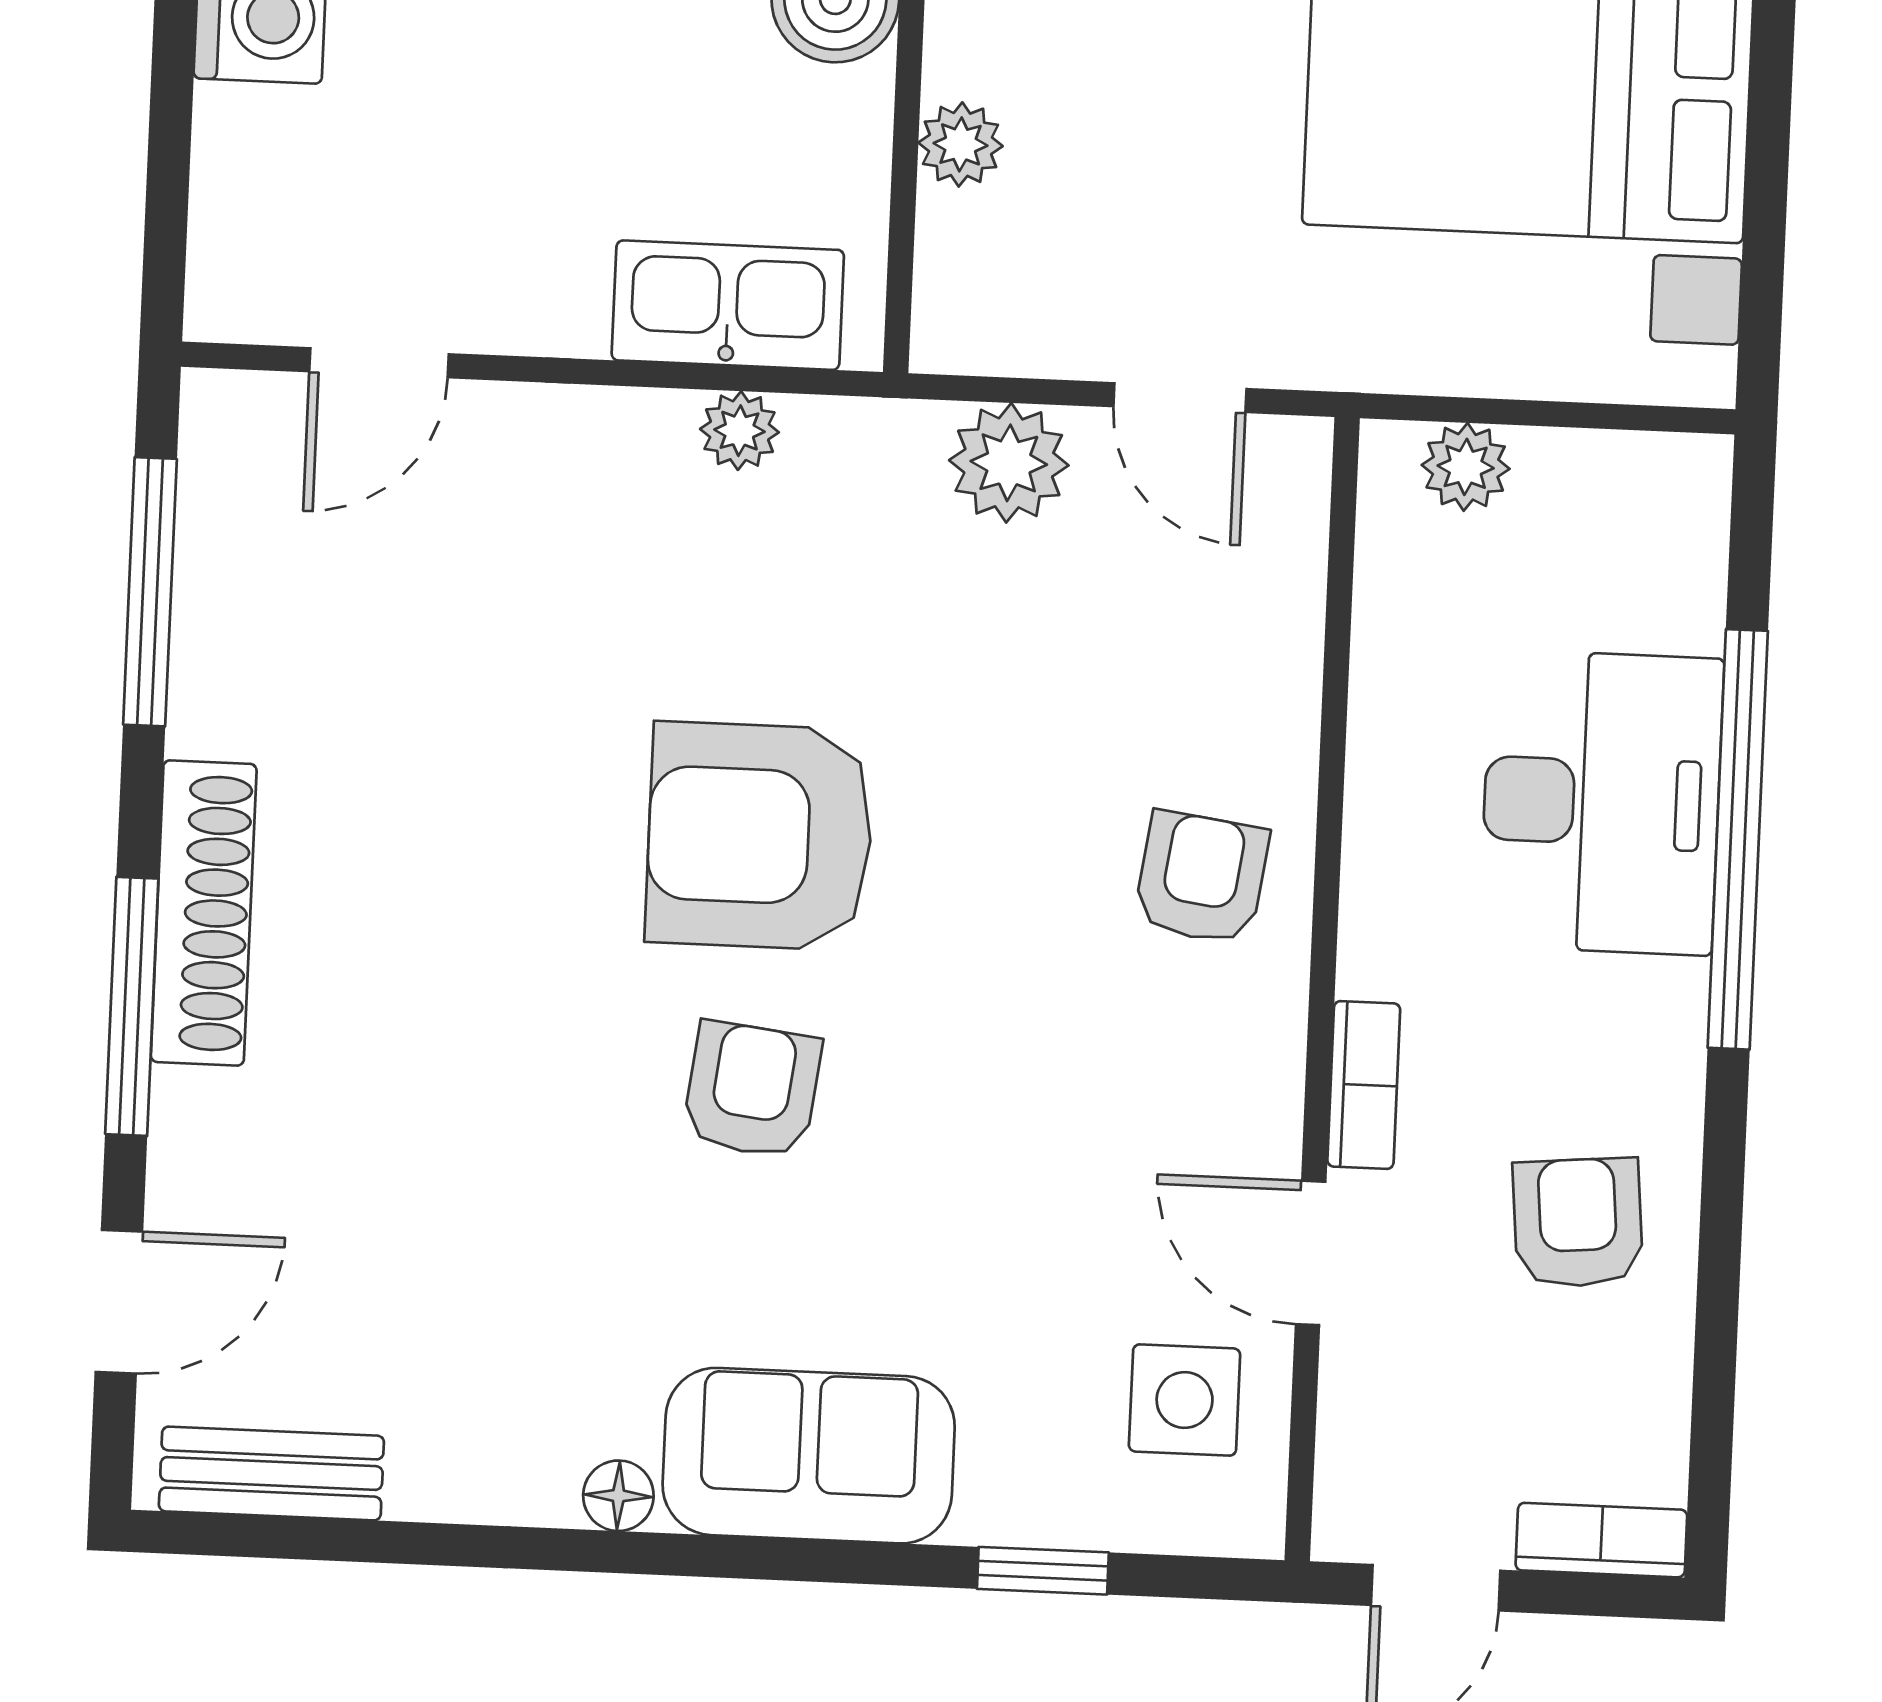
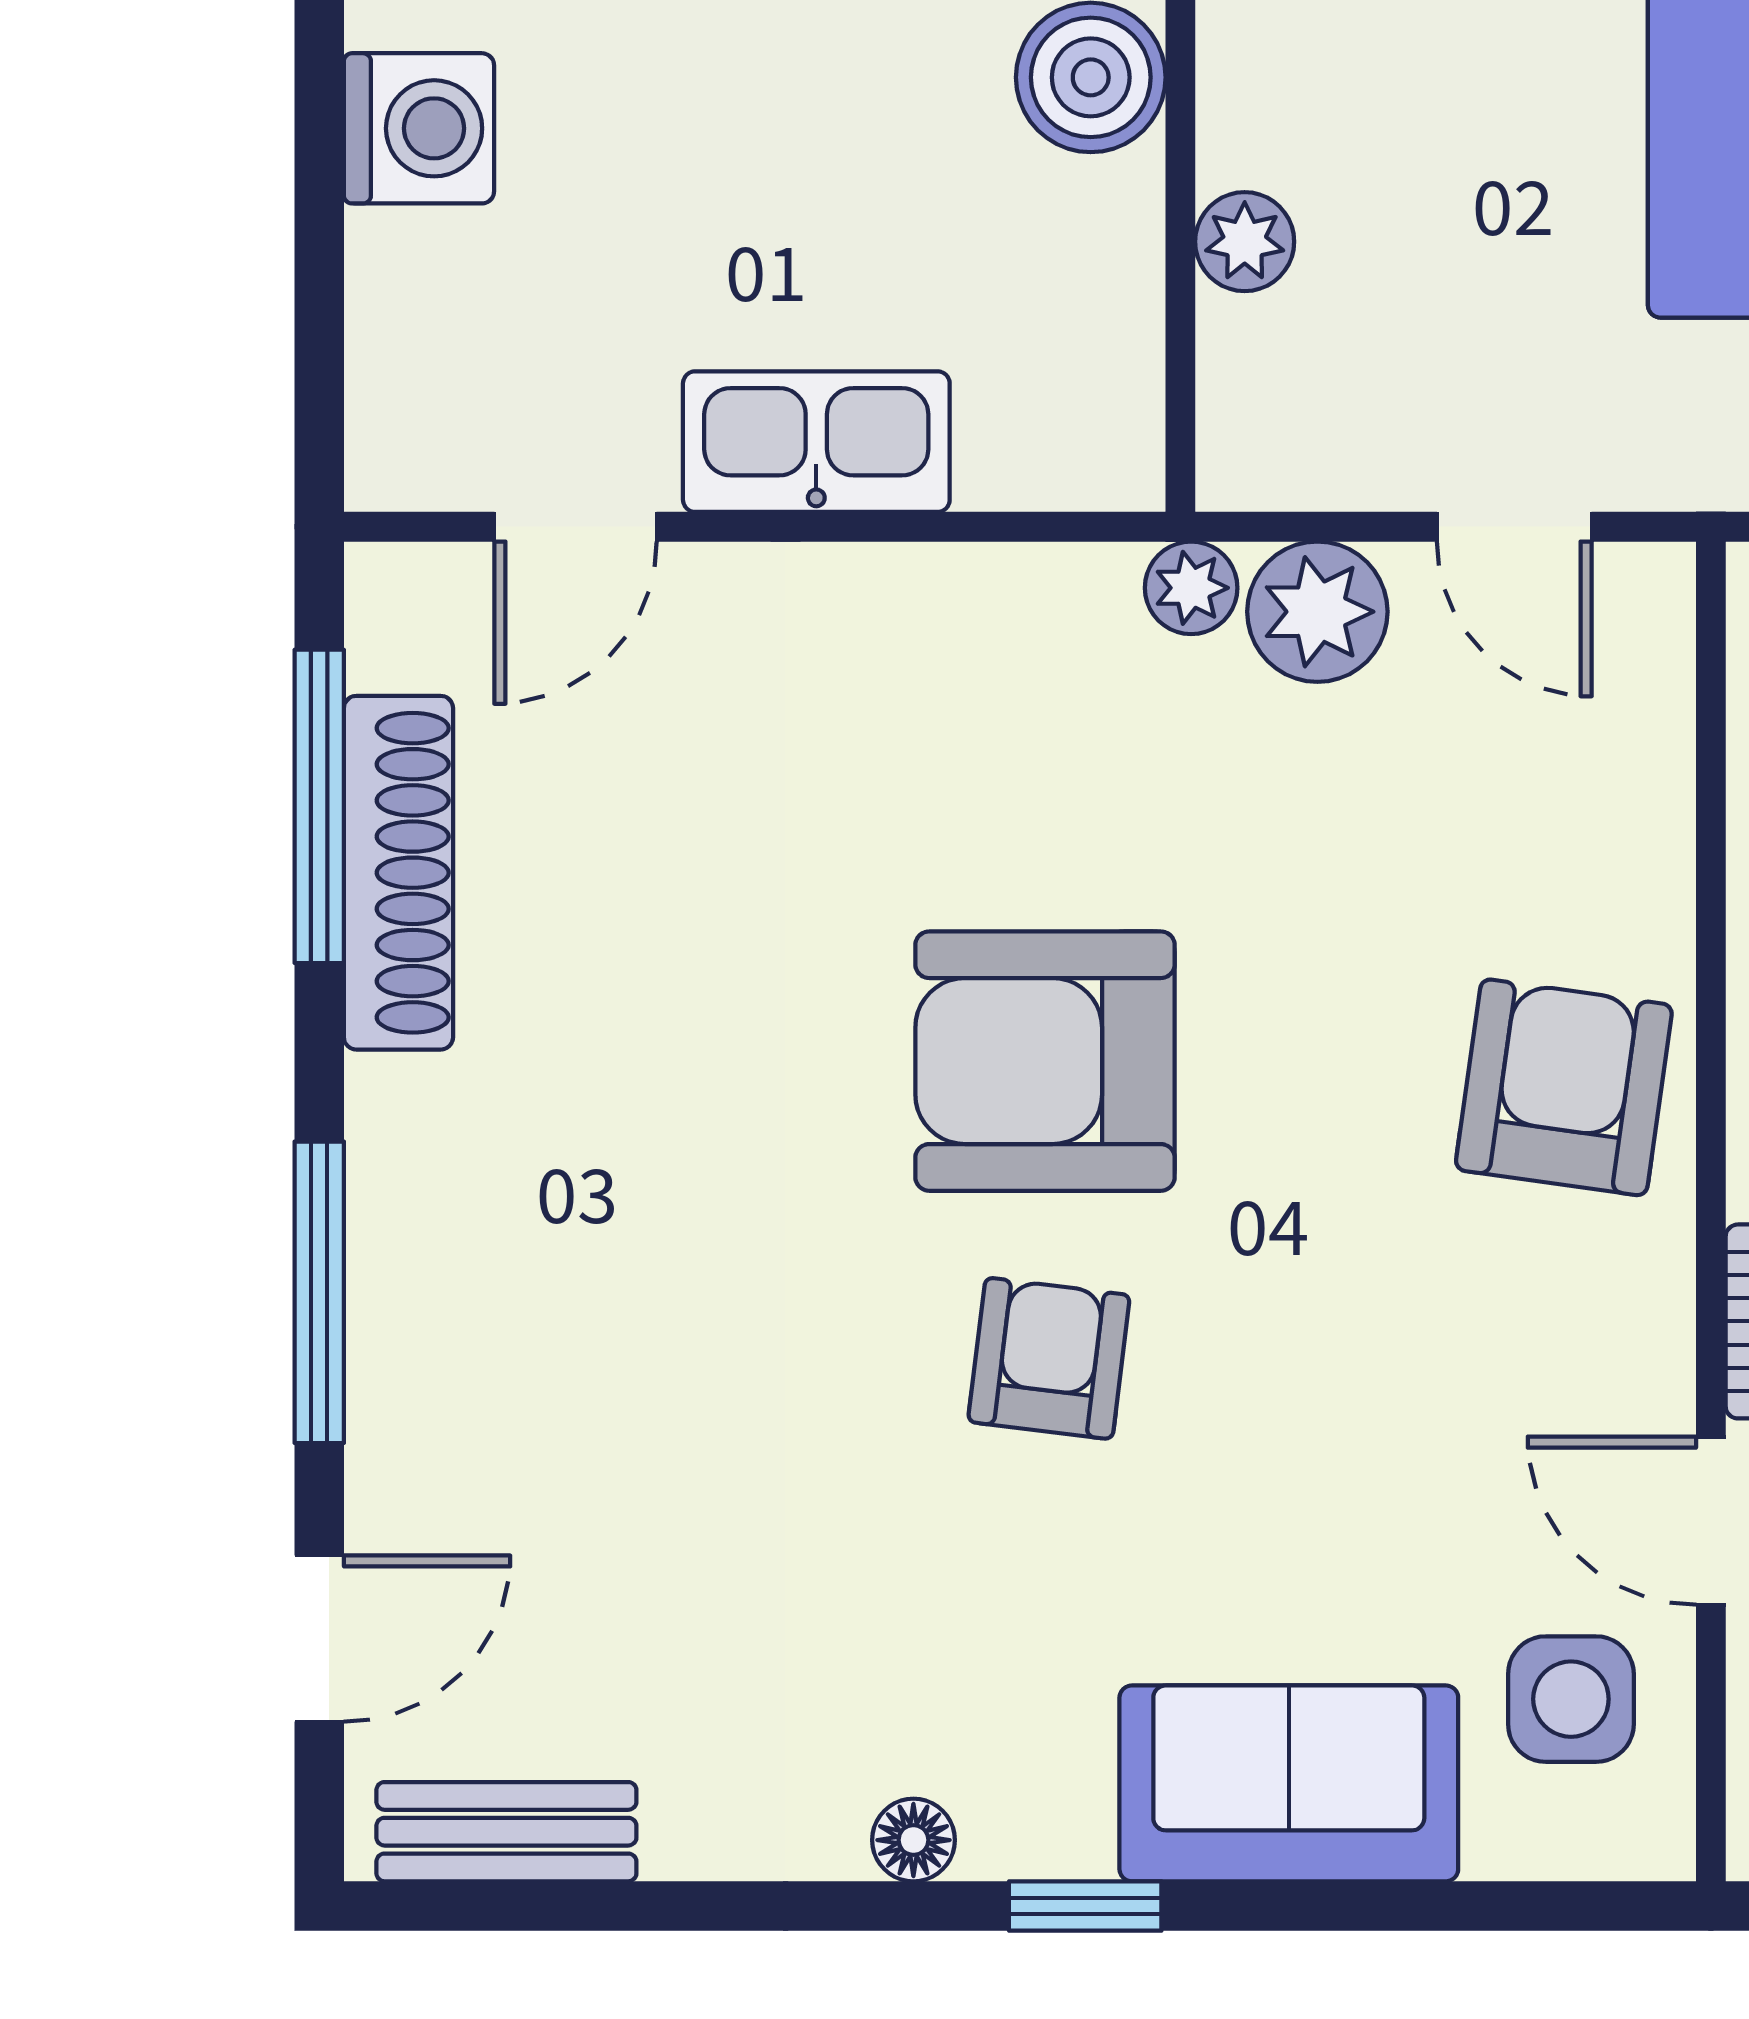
kitchen sink: (728, 305) -> (816, 442), moved
plant: (739, 431) -> (1191, 588), moved
armchair: (1201, 878) -> (1564, 1087), width x1.38, depth x1.38
shoe rack: (204, 913) -> (398, 873), moved
sofa: (809, 1456) -> (1289, 1783), moved
window: (1043, 1571) -> (1085, 1906), moved

